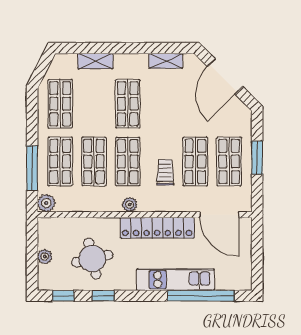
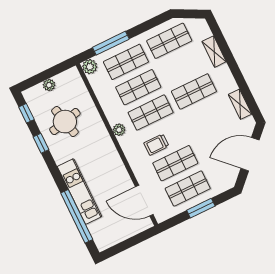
trolley: (165, 172) -> (156, 145), turned 180
door: (219, 215) -> (144, 201), hinge flipped
locker: (157, 228) -> (112, 159), removed

